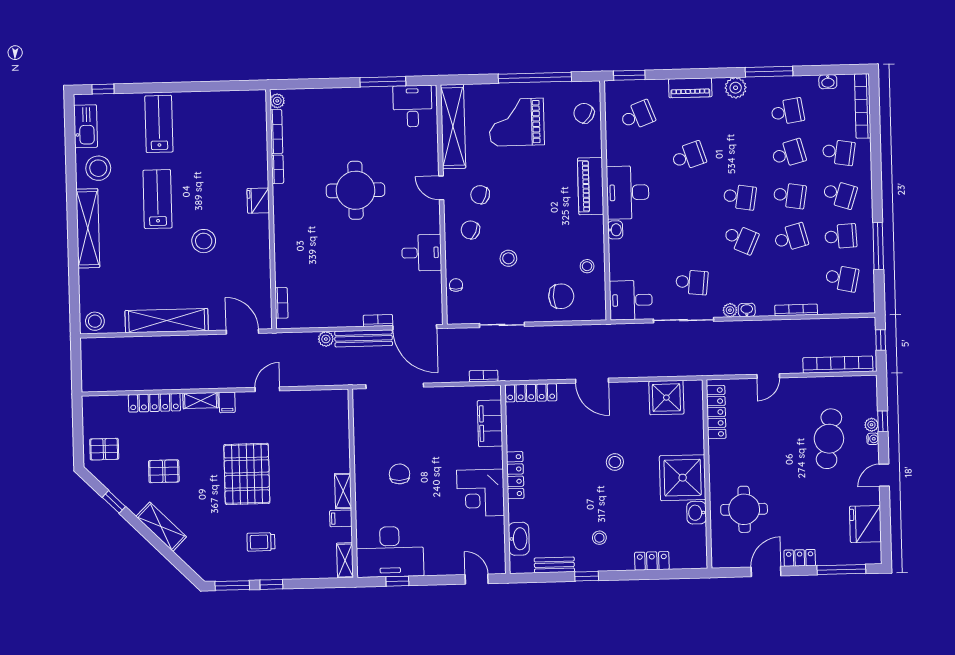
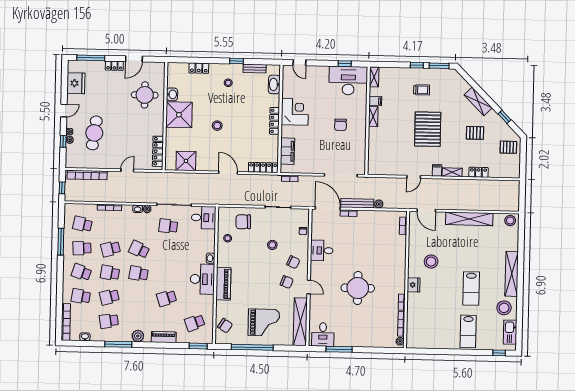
stool: (204, 241) -> (431, 262), moved
locker: (154, 403) -> (478, 172), width x0.66

